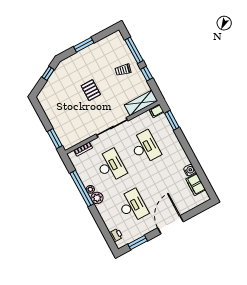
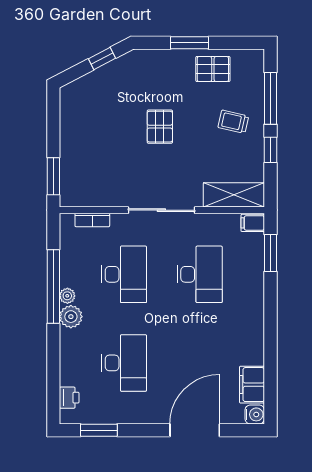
pallet: (101, 51) -> (213, 69), added
water cooler: (190, 170) -> (255, 414), moved
door: (170, 225) -> (195, 430), moved

